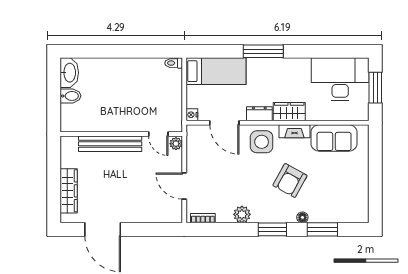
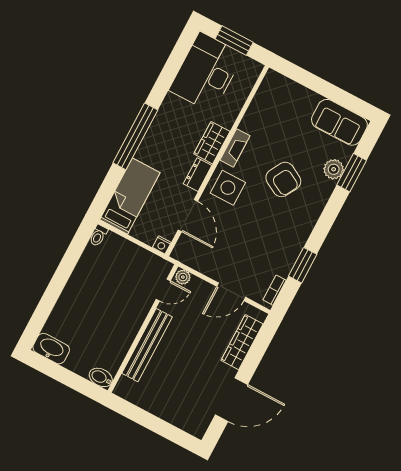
window: (263, 51) -> (135, 136), width x1.46
bidet: (70, 96) -> (101, 377), moved, turned -90
door: (224, 123) -> (188, 216), hinge flipped
sofa: (334, 138) -> (339, 122), moved, turned 90
wardrobe: (69, 191) -> (242, 342), moved, turned -90
plant: (242, 214) -> (334, 169), moved
floor lamp: (302, 217) -> (328, 187), removed
window: (272, 229) -> (303, 265), moved

